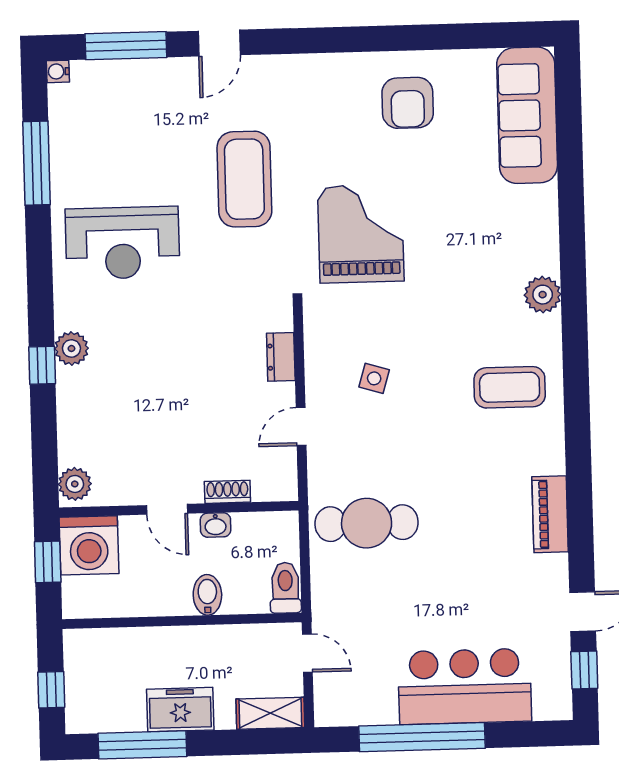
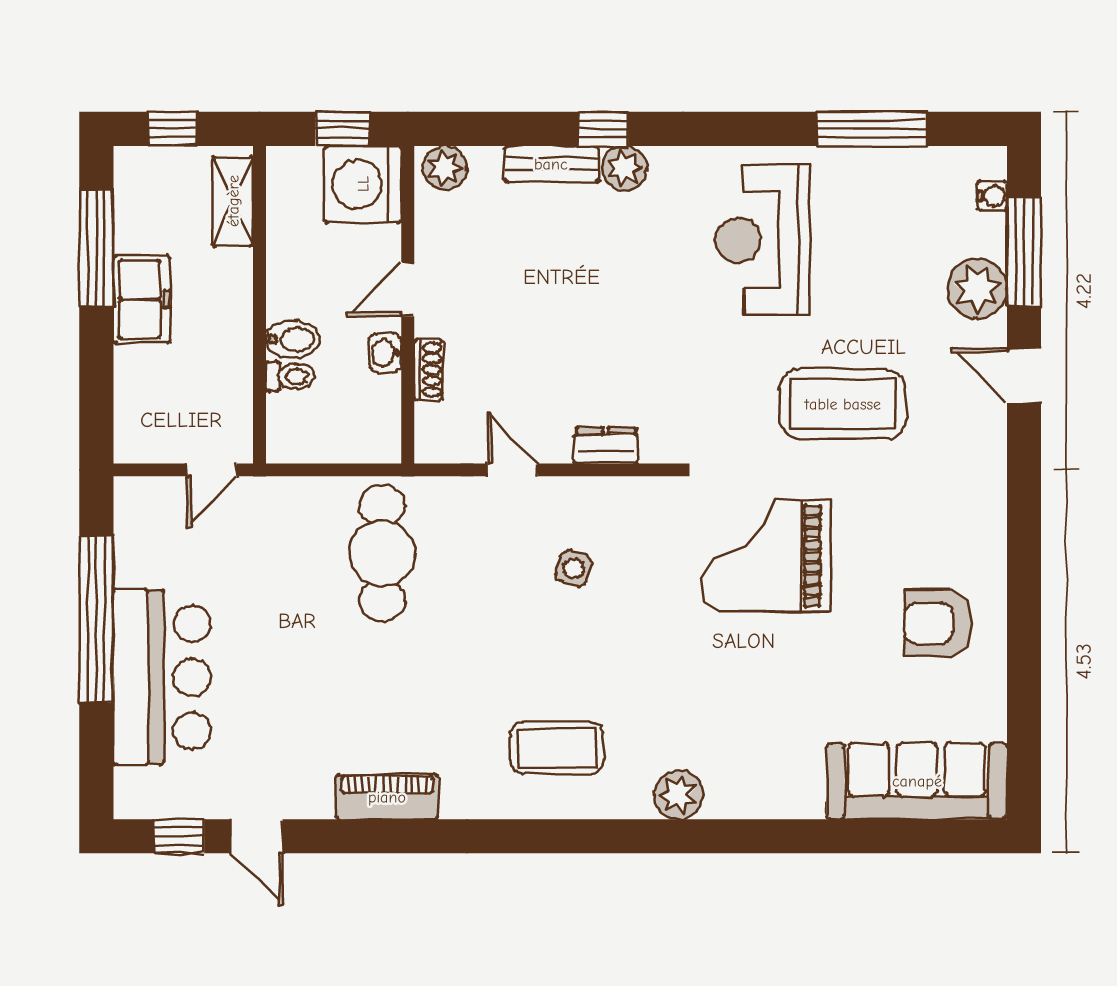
water cooler: (58, 71) -> (992, 196), moved, turned 90
plant: (155, 80) -> (977, 289), added
grand piano: (361, 234) -> (766, 556), turned 180
coffee table: (510, 387) -> (557, 748), turned 90
bench: (70, 404) -> (551, 164), added
toilet: (285, 588) -> (290, 376), moved, width x0.73, depth x0.72
shelving: (270, 713) -> (233, 201), moved

